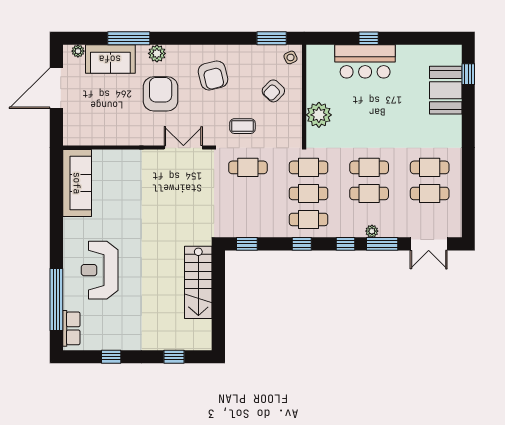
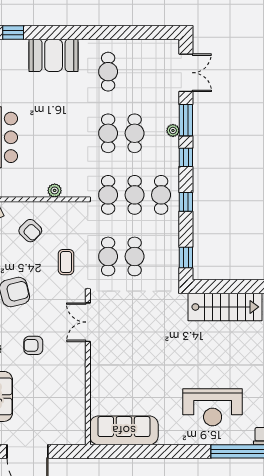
booth: (446, 90) -> (54, 55), moved
armchair: (161, 94) -> (33, 345), width x0.53, depth x0.53
plant: (319, 115) -> (55, 190), width x0.53, depth x0.53
cafe table: (430, 193) -> (135, 256), moved

